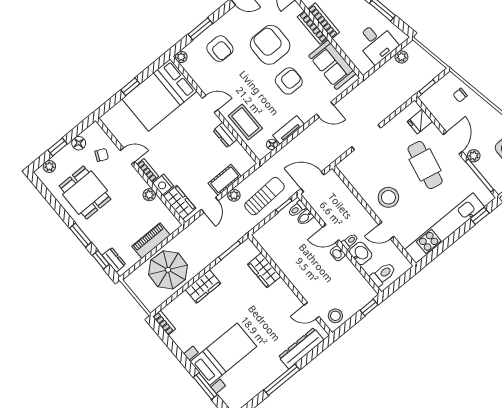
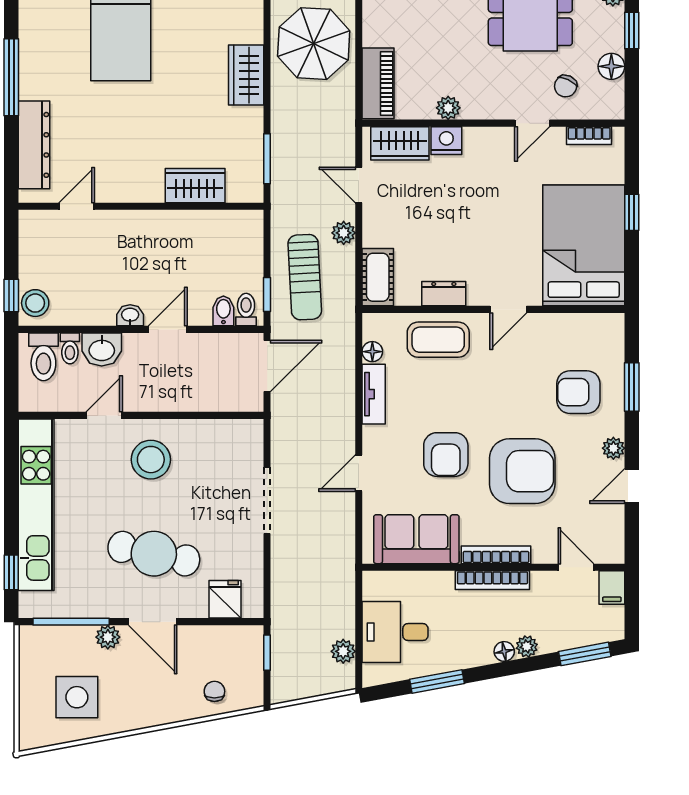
plant: (181, 57) -> (613, 448), moved
bookcase: (148, 170) -> (589, 136), moved
cot: (225, 180) -> (378, 277), moved
piano: (151, 241) -> (378, 83), moved
toilet: (350, 241) -> (70, 348), moved
stool: (335, 316) -> (35, 303), moved

